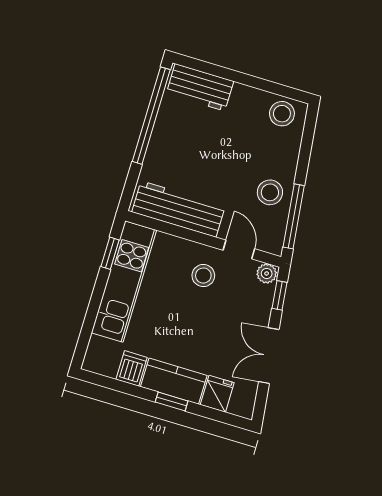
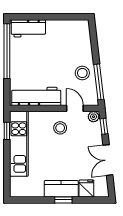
stool: (282, 114) -> (76, 29), removed
dishwasher: (132, 368) -> (37, 189), removed

